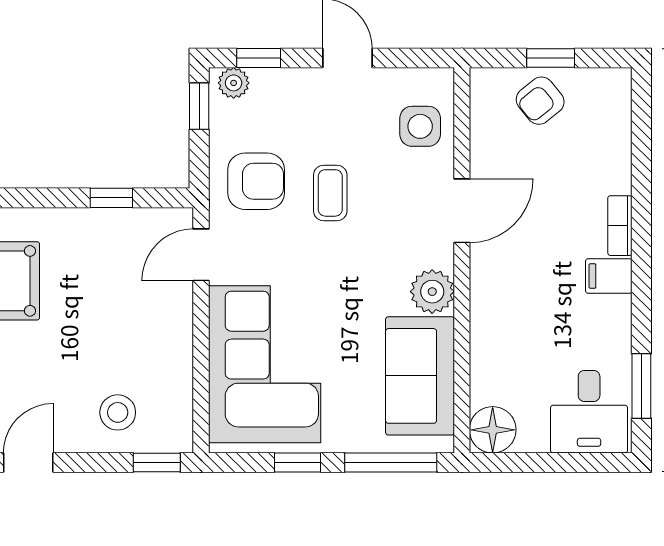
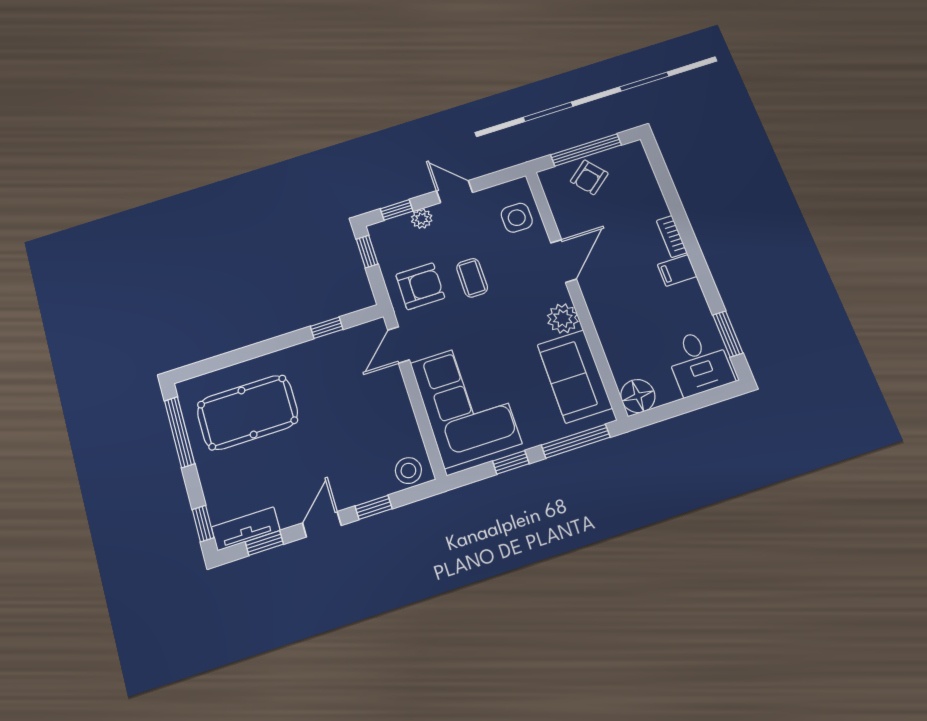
window: (551, 58) -> (586, 150), width x2.17
plant: (234, 83) -> (422, 219), moved
stool: (118, 412) -> (408, 471), moved
window: (157, 463) -> (374, 507), moved

